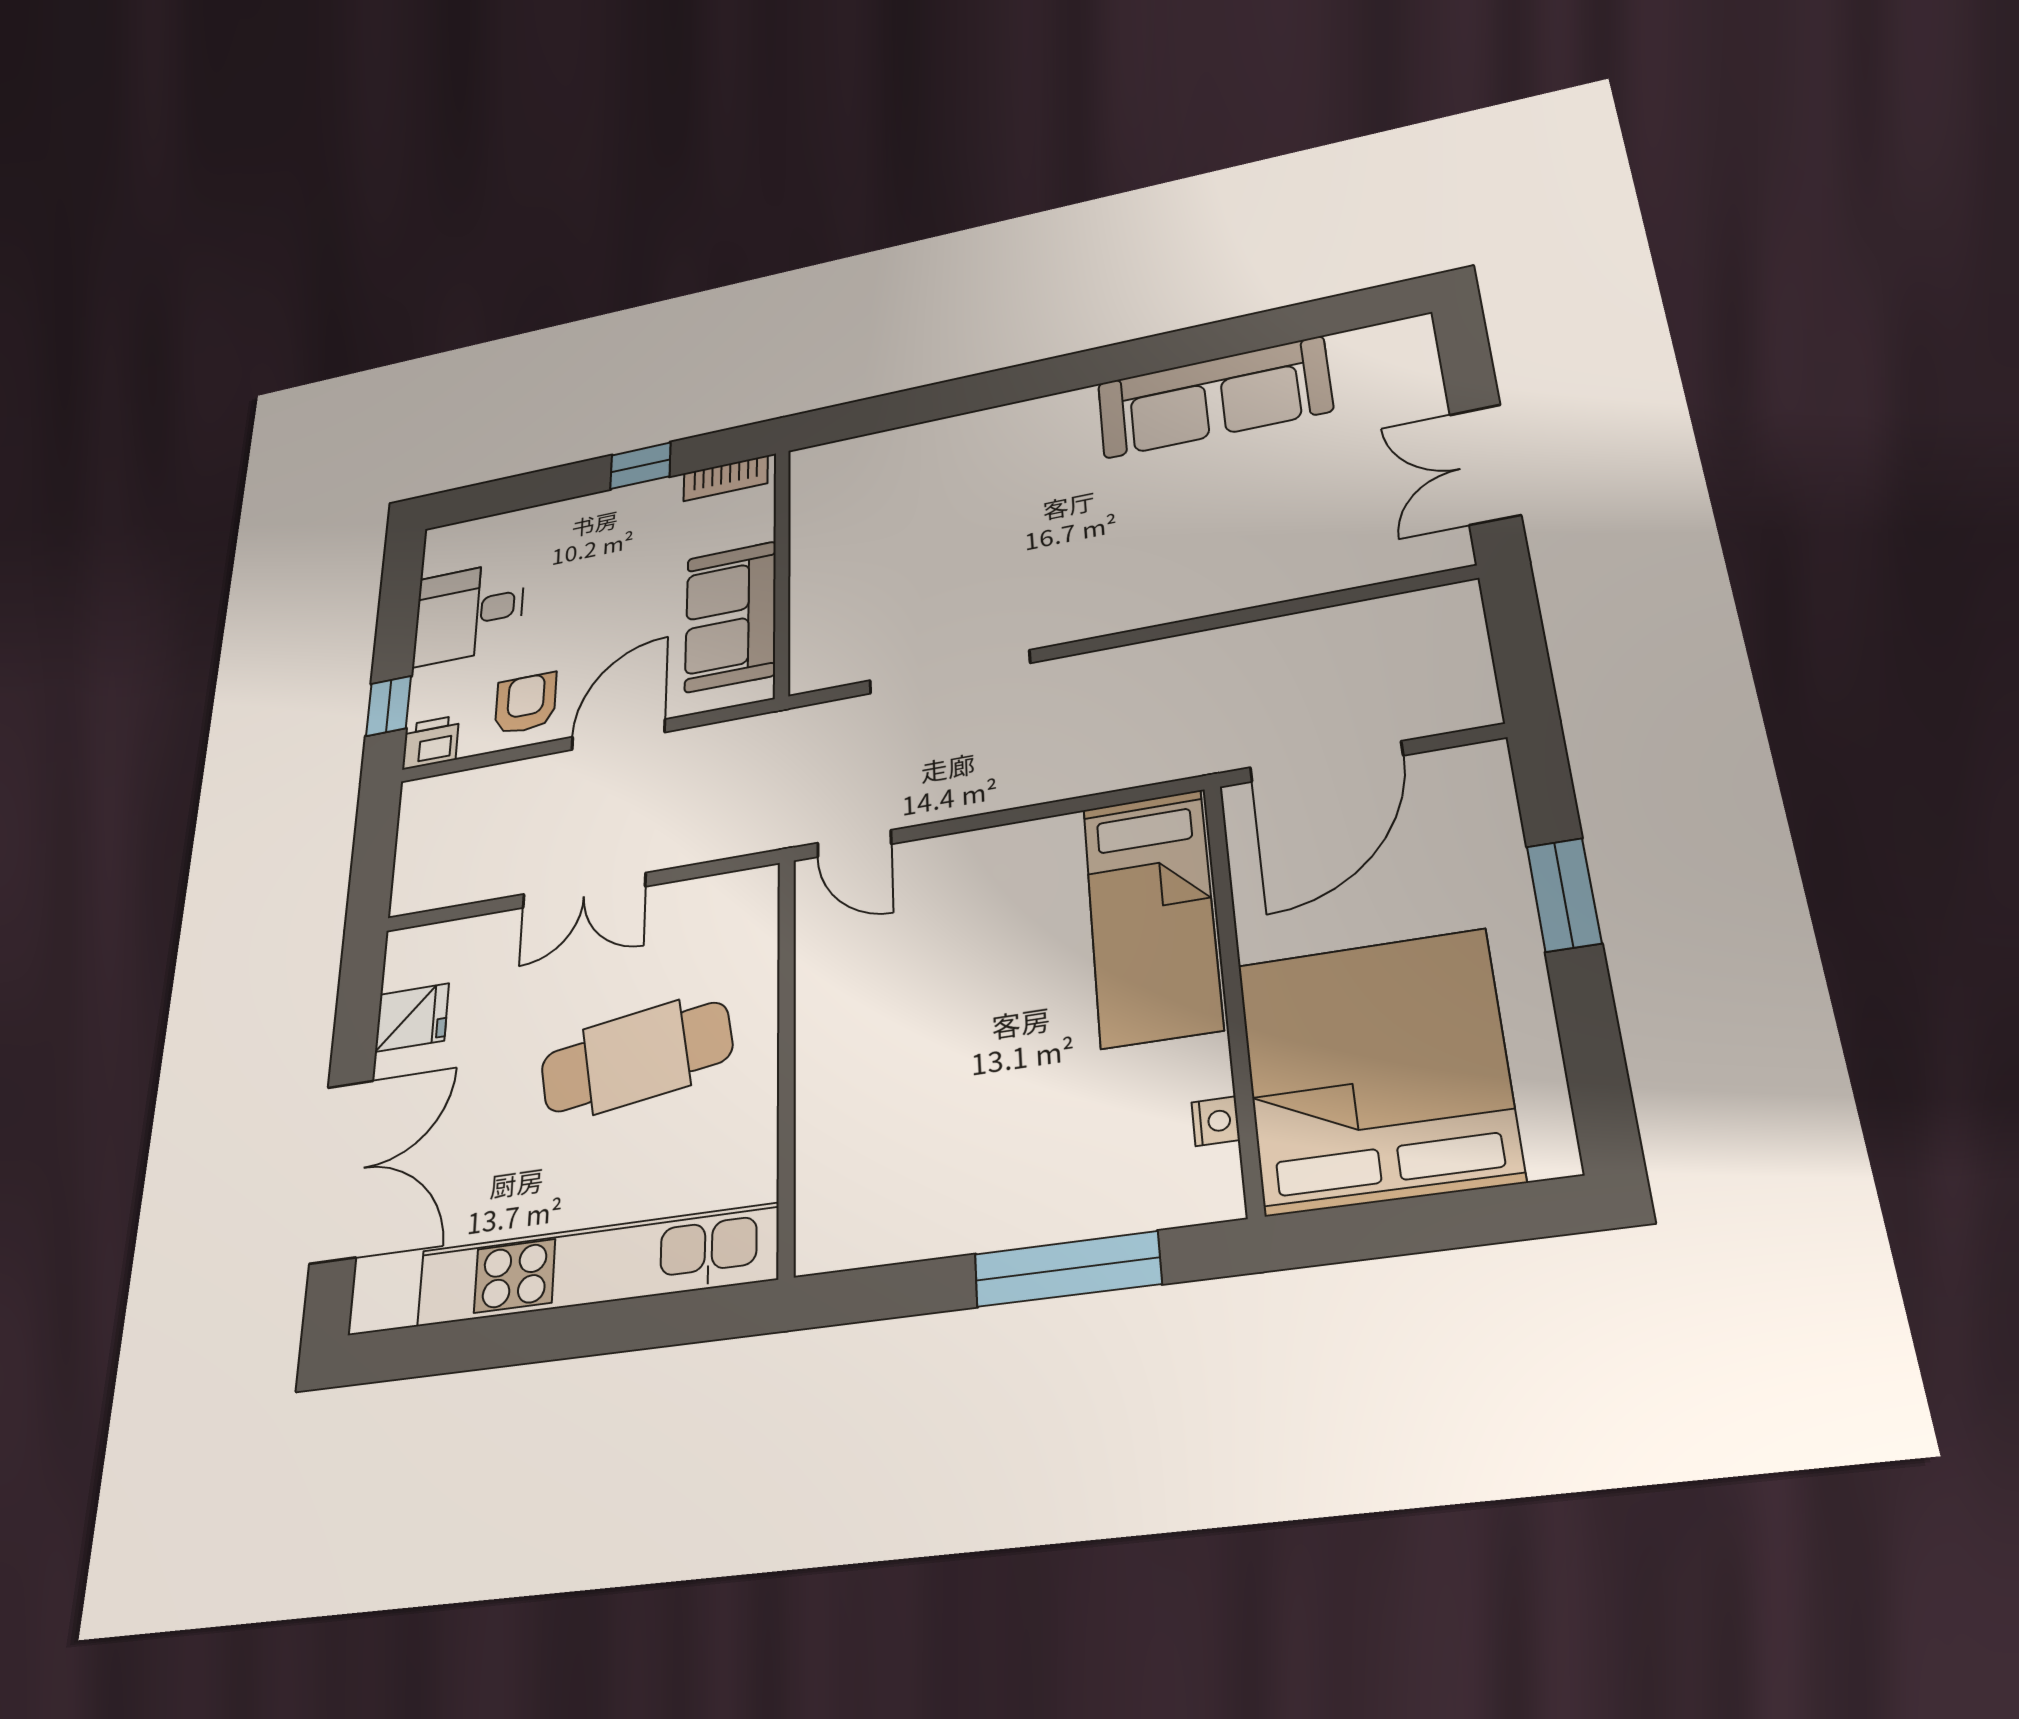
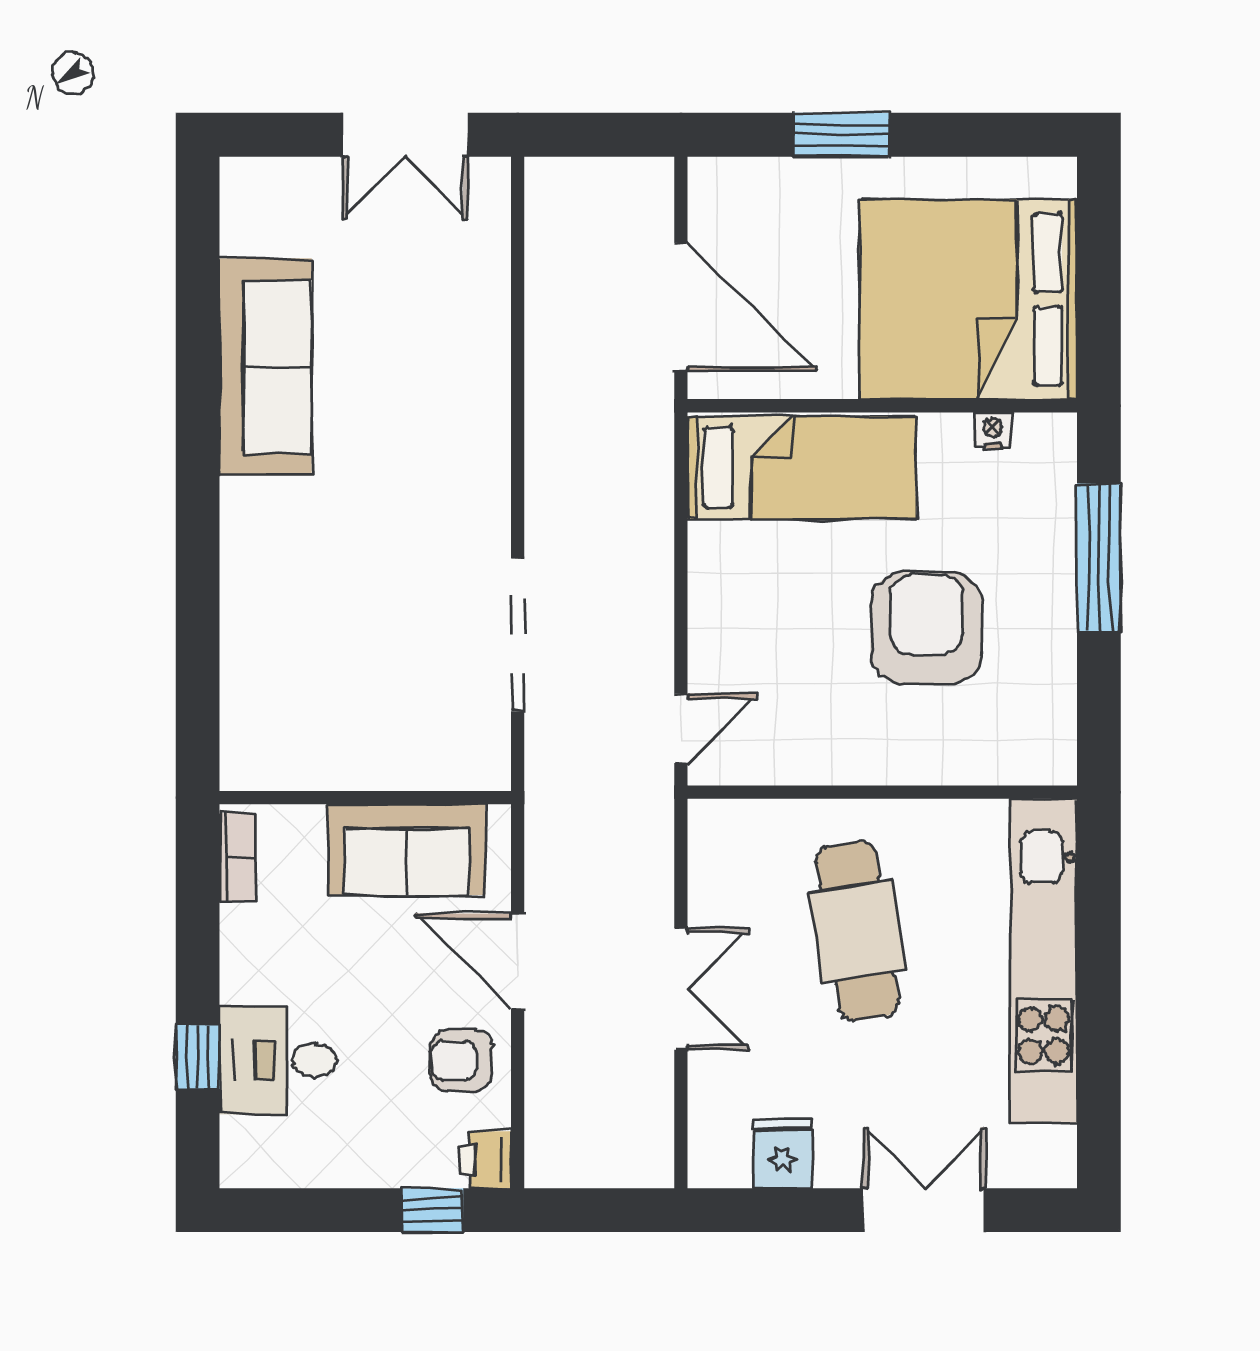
window: (640, 466) -> (198, 1057), moved
desk: (469, 613) -> (278, 1060), moved, turned 90
armchair: (973, 1080) -> (927, 628), added
double door: (342, 1171) -> (924, 1210), width x0.73

